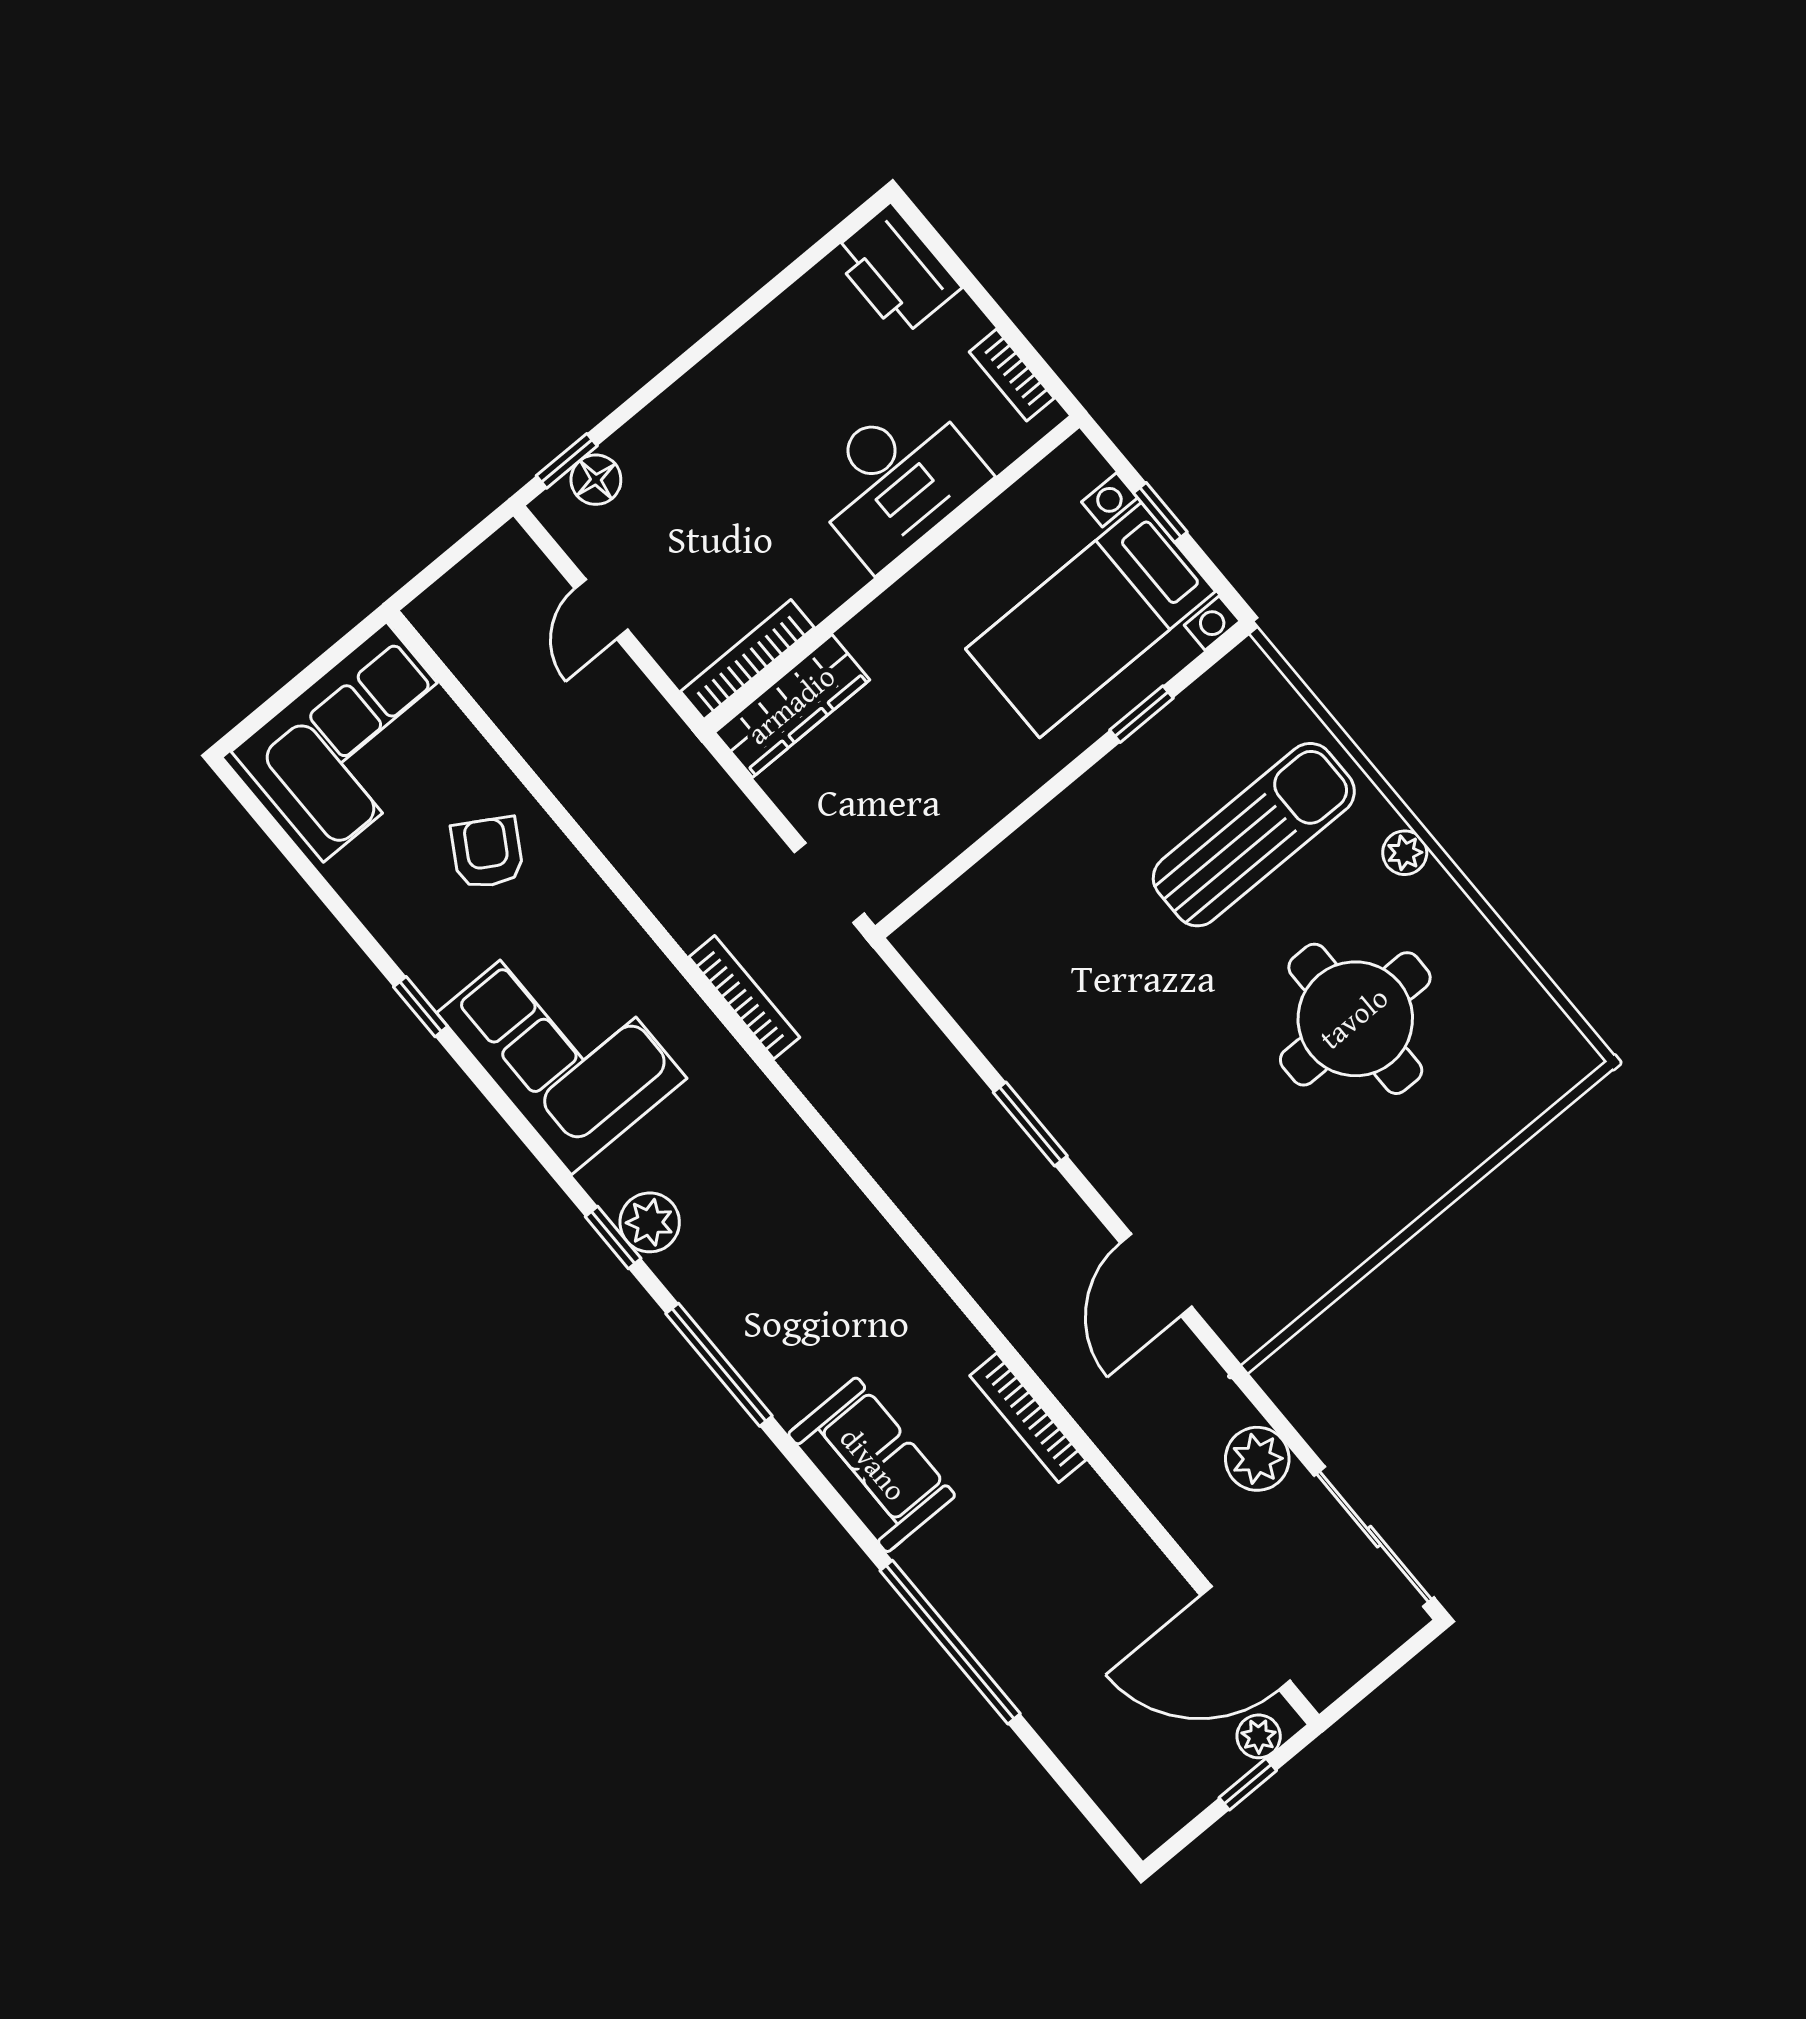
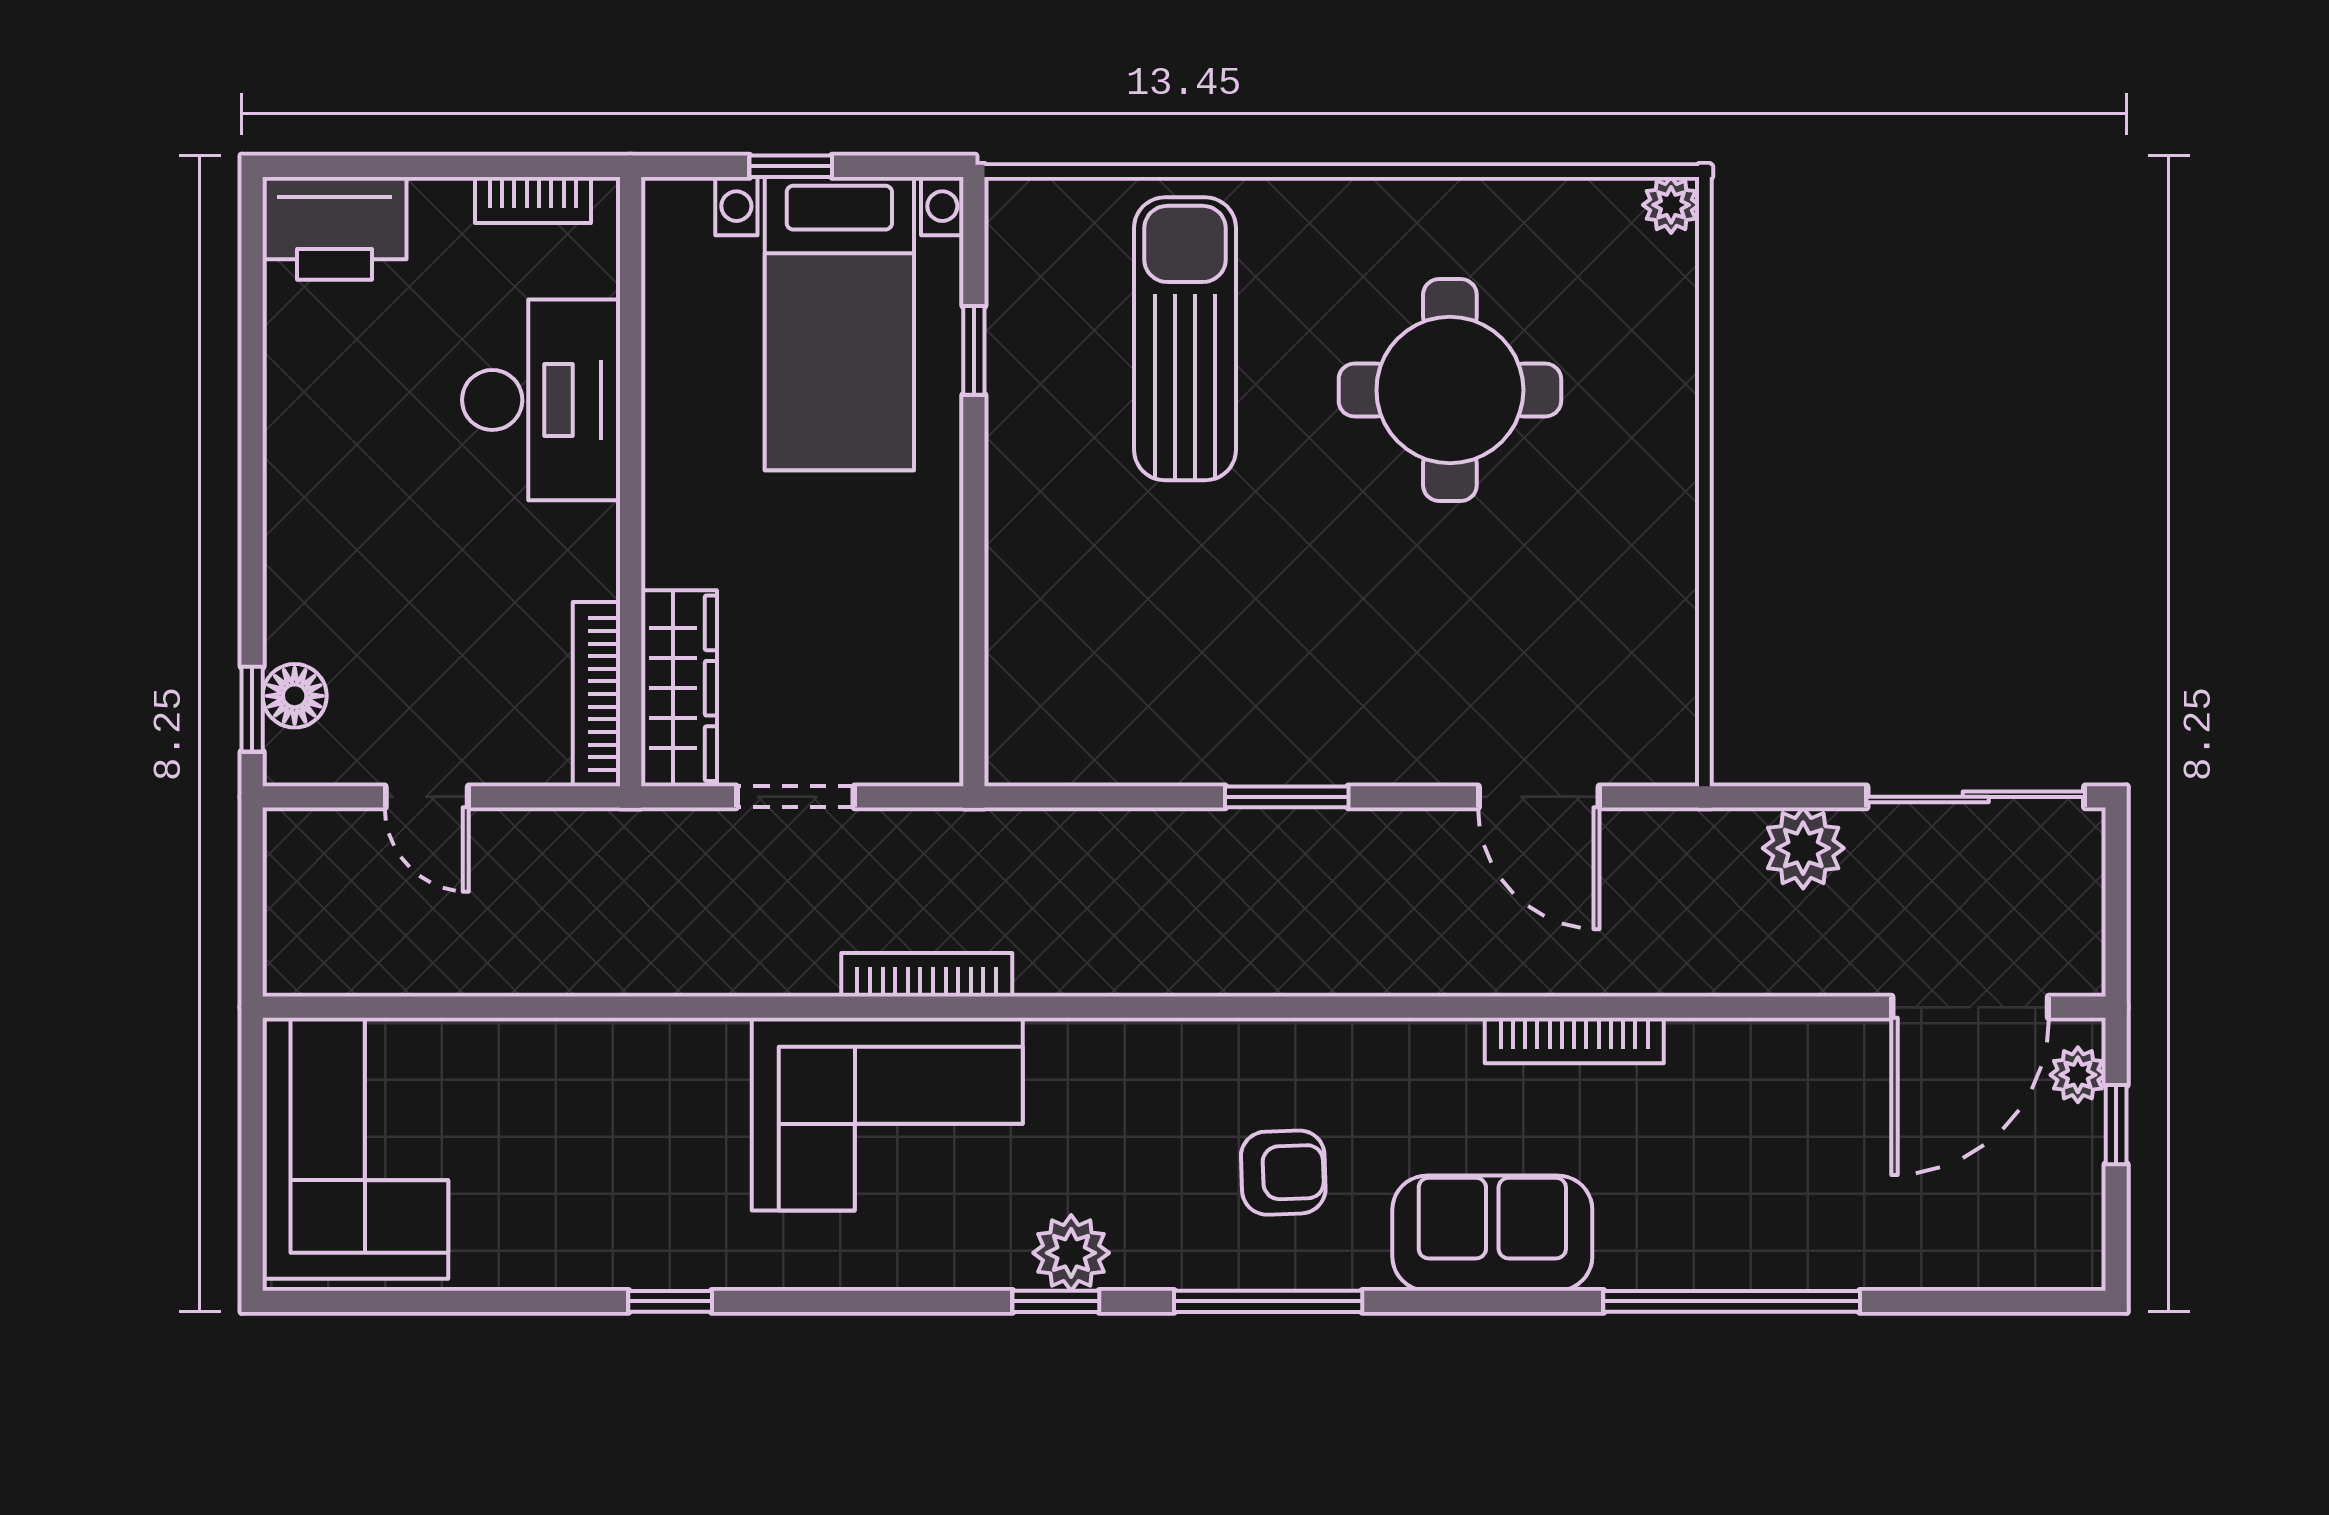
armchair: (487, 853) -> (1283, 1173), moved, turned 147
plant: (1405, 853) -> (1671, 205), moved
doorway: (829, 883) -> (795, 797), moved
corner sofa: (562, 1046) -> (887, 1114), moved, turned 180

